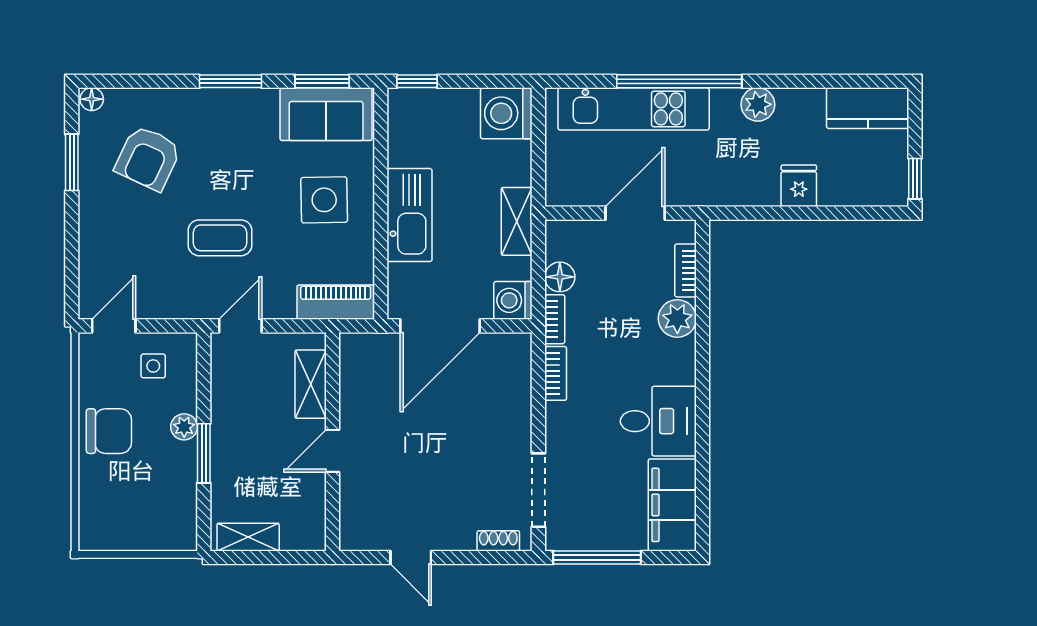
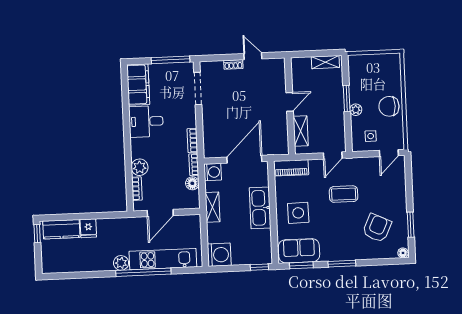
plant: (758, 104) -> (121, 263), moved
kitchen counter: (868, 108) -> (61, 229), moved, turned 180
shoe rack: (498, 541) -> (233, 64), moved

